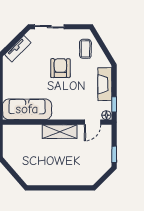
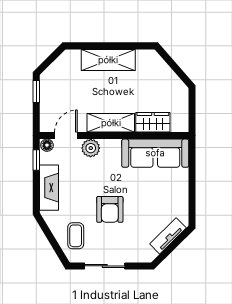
sliding door: (49, 27) -> (105, 266), moved
plant: (74, 113) -> (91, 148), added
wardrobe: (29, 132) -> (153, 122), added
shelving: (61, 178) -> (108, 60), added

